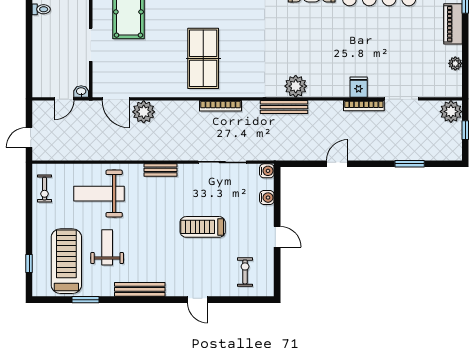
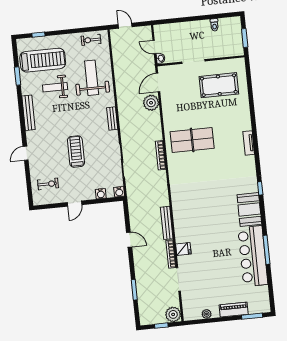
plant: (296, 86) -> (180, 206), removed
bench: (284, 107) -> (167, 223), moved
weight bench: (107, 247) -> (55, 87), turned 180

